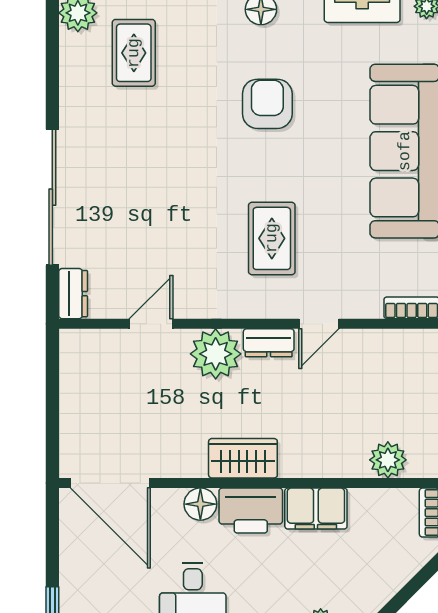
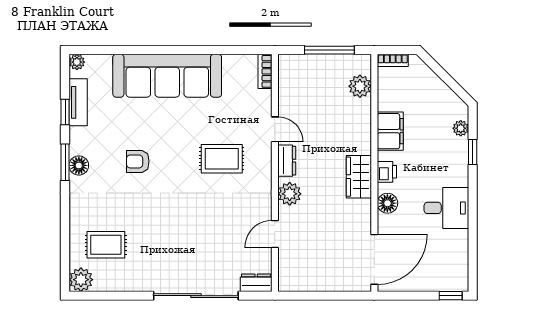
armchair: (267, 104) -> (138, 161), width x0.72, depth x0.72
door: (151, 324) -> (275, 234), hinge flipped
plant: (216, 354) -> (290, 194), width x0.73, depth x0.73
printer: (251, 511) -> (387, 172), width x0.53, depth x0.68

